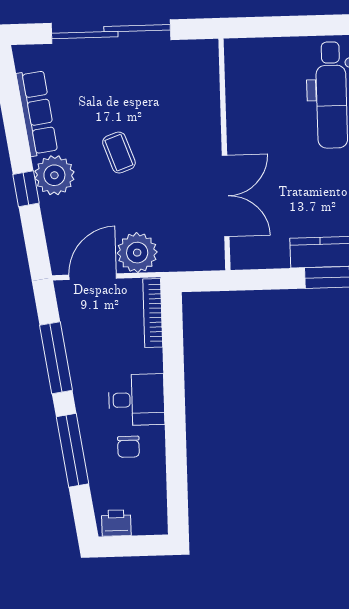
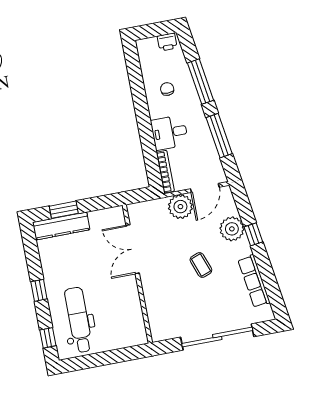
plant: (54, 175) -> (232, 229), moved
desk: (137, 400) -> (170, 132), moved

